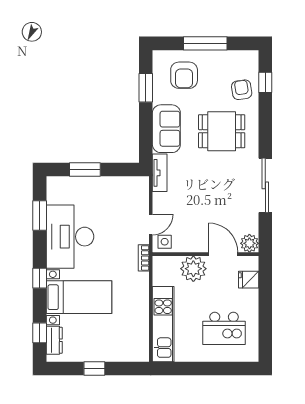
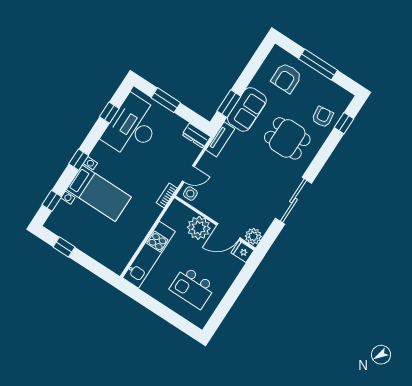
window: (146, 88) -> (229, 104), moved
window: (40, 216) -> (109, 113), width x0.67
desk: (70, 237) -> (133, 127), moved
door: (223, 254) -> (228, 232), swing flipped
fridge: (249, 280) -> (242, 251), moved
dresser: (54, 340) -> (196, 136), moved, turned 90
window: (94, 369) -> (64, 247), moved

